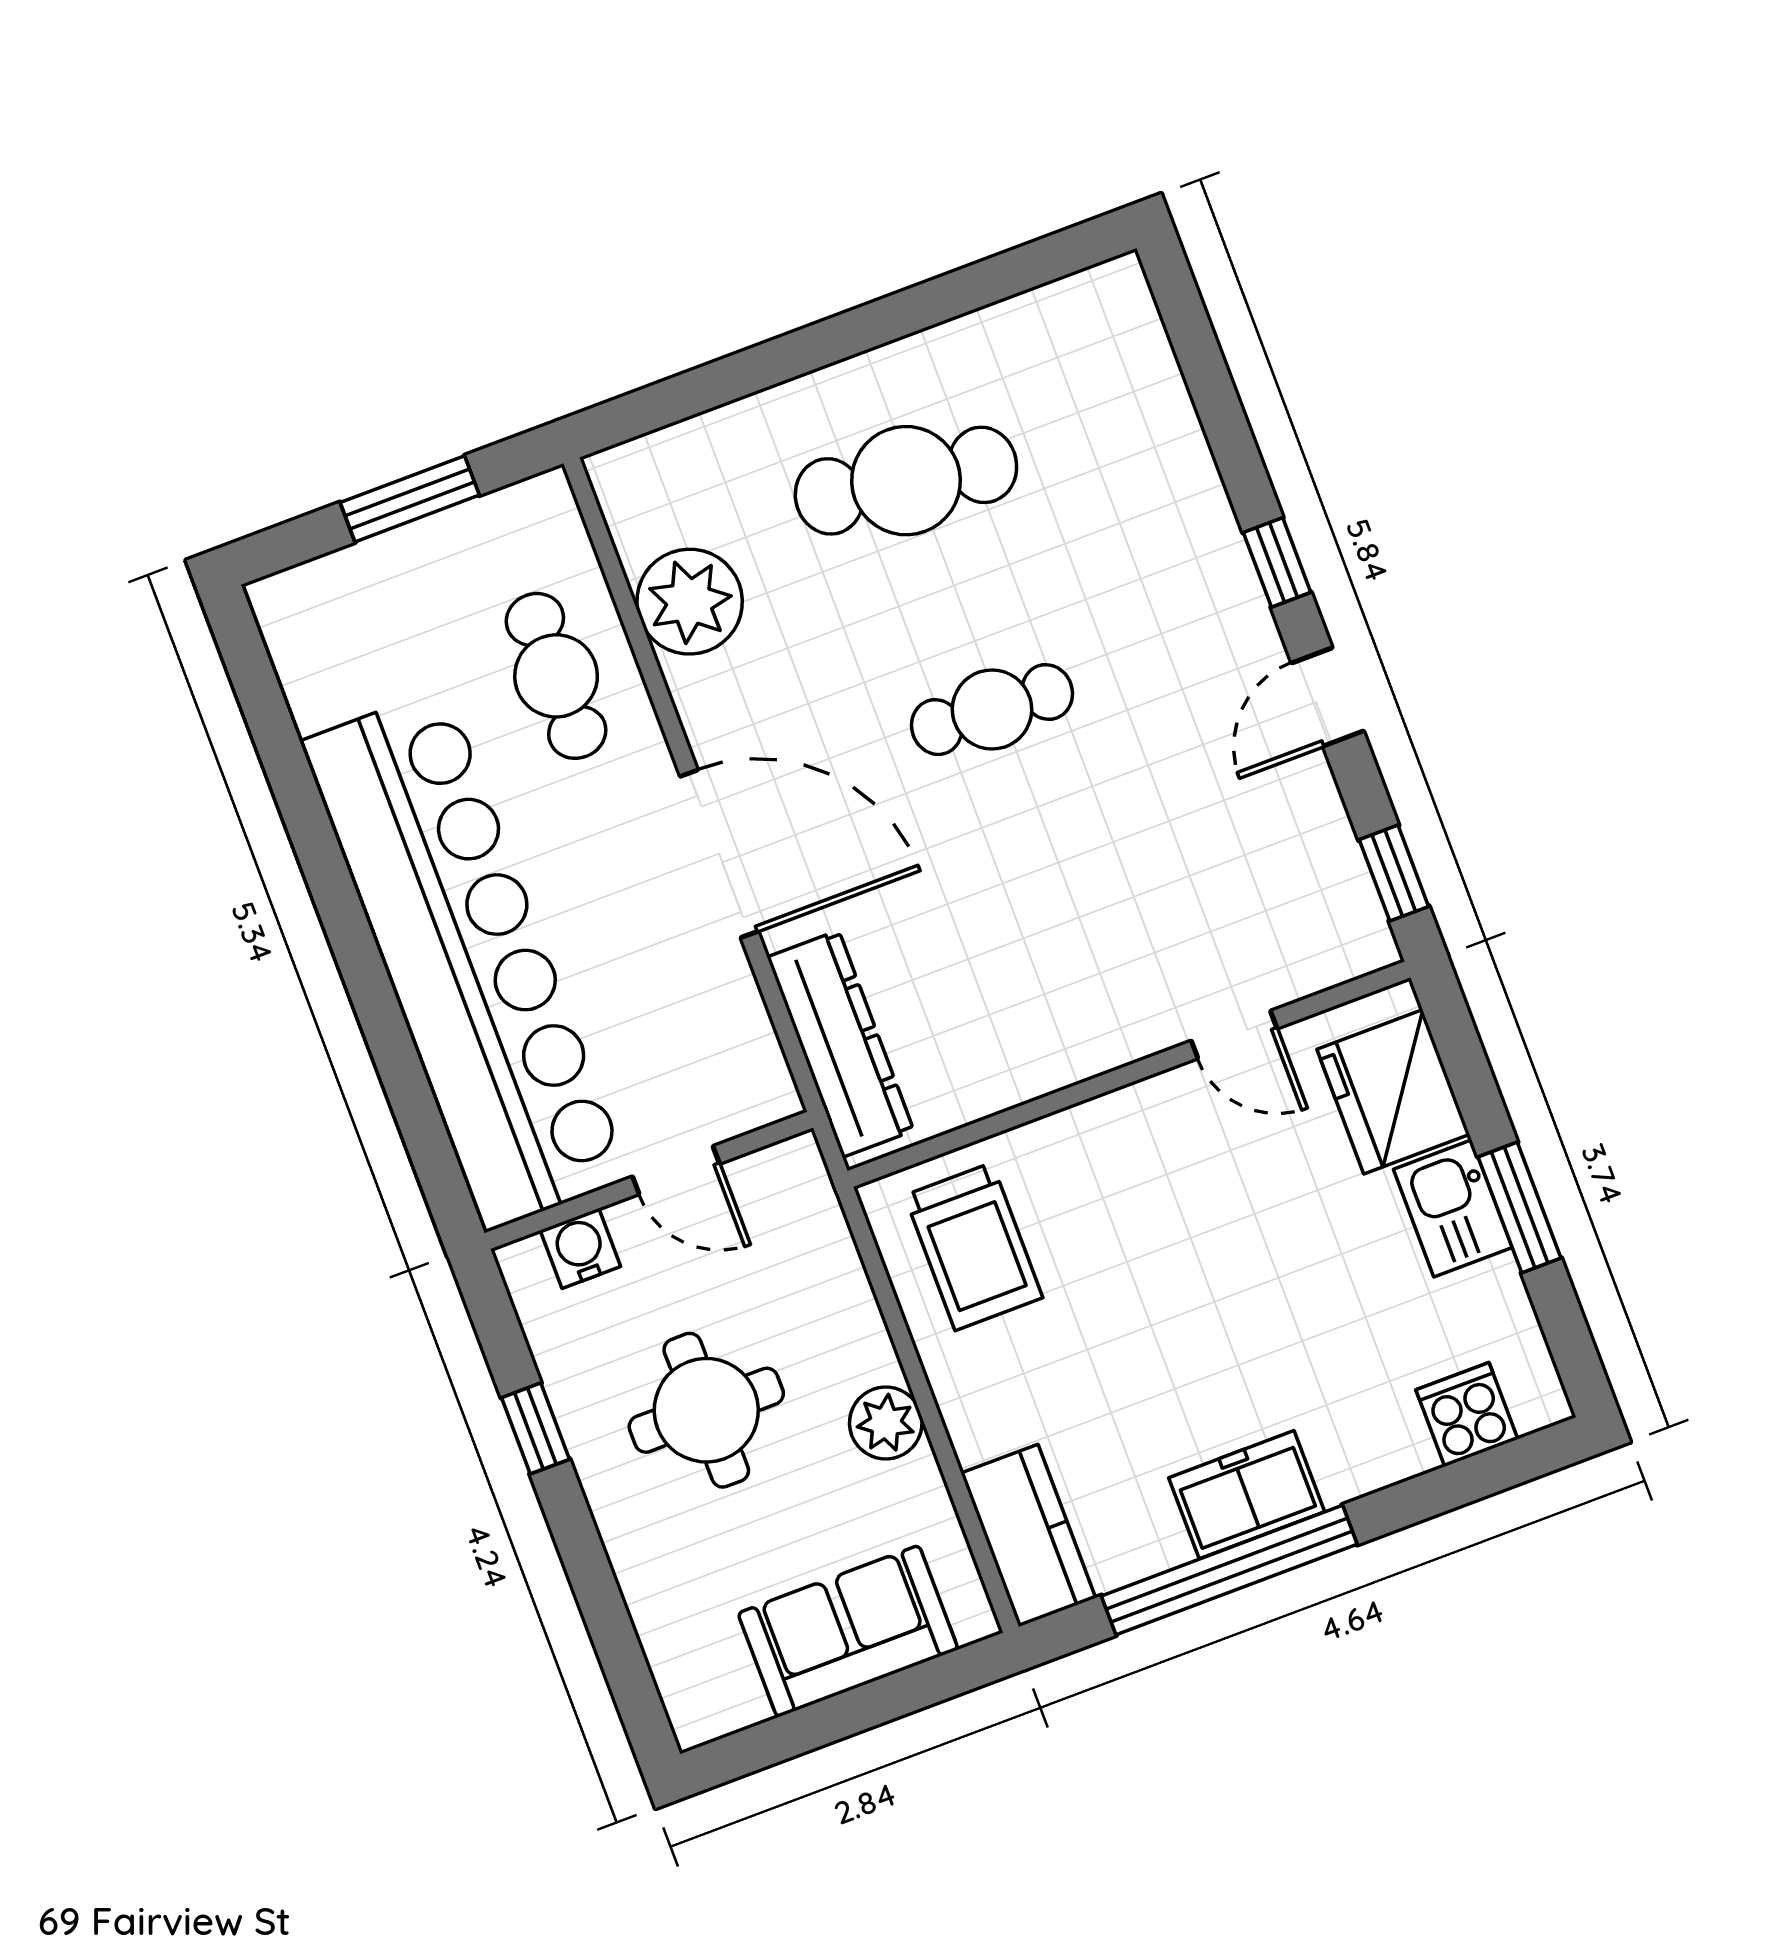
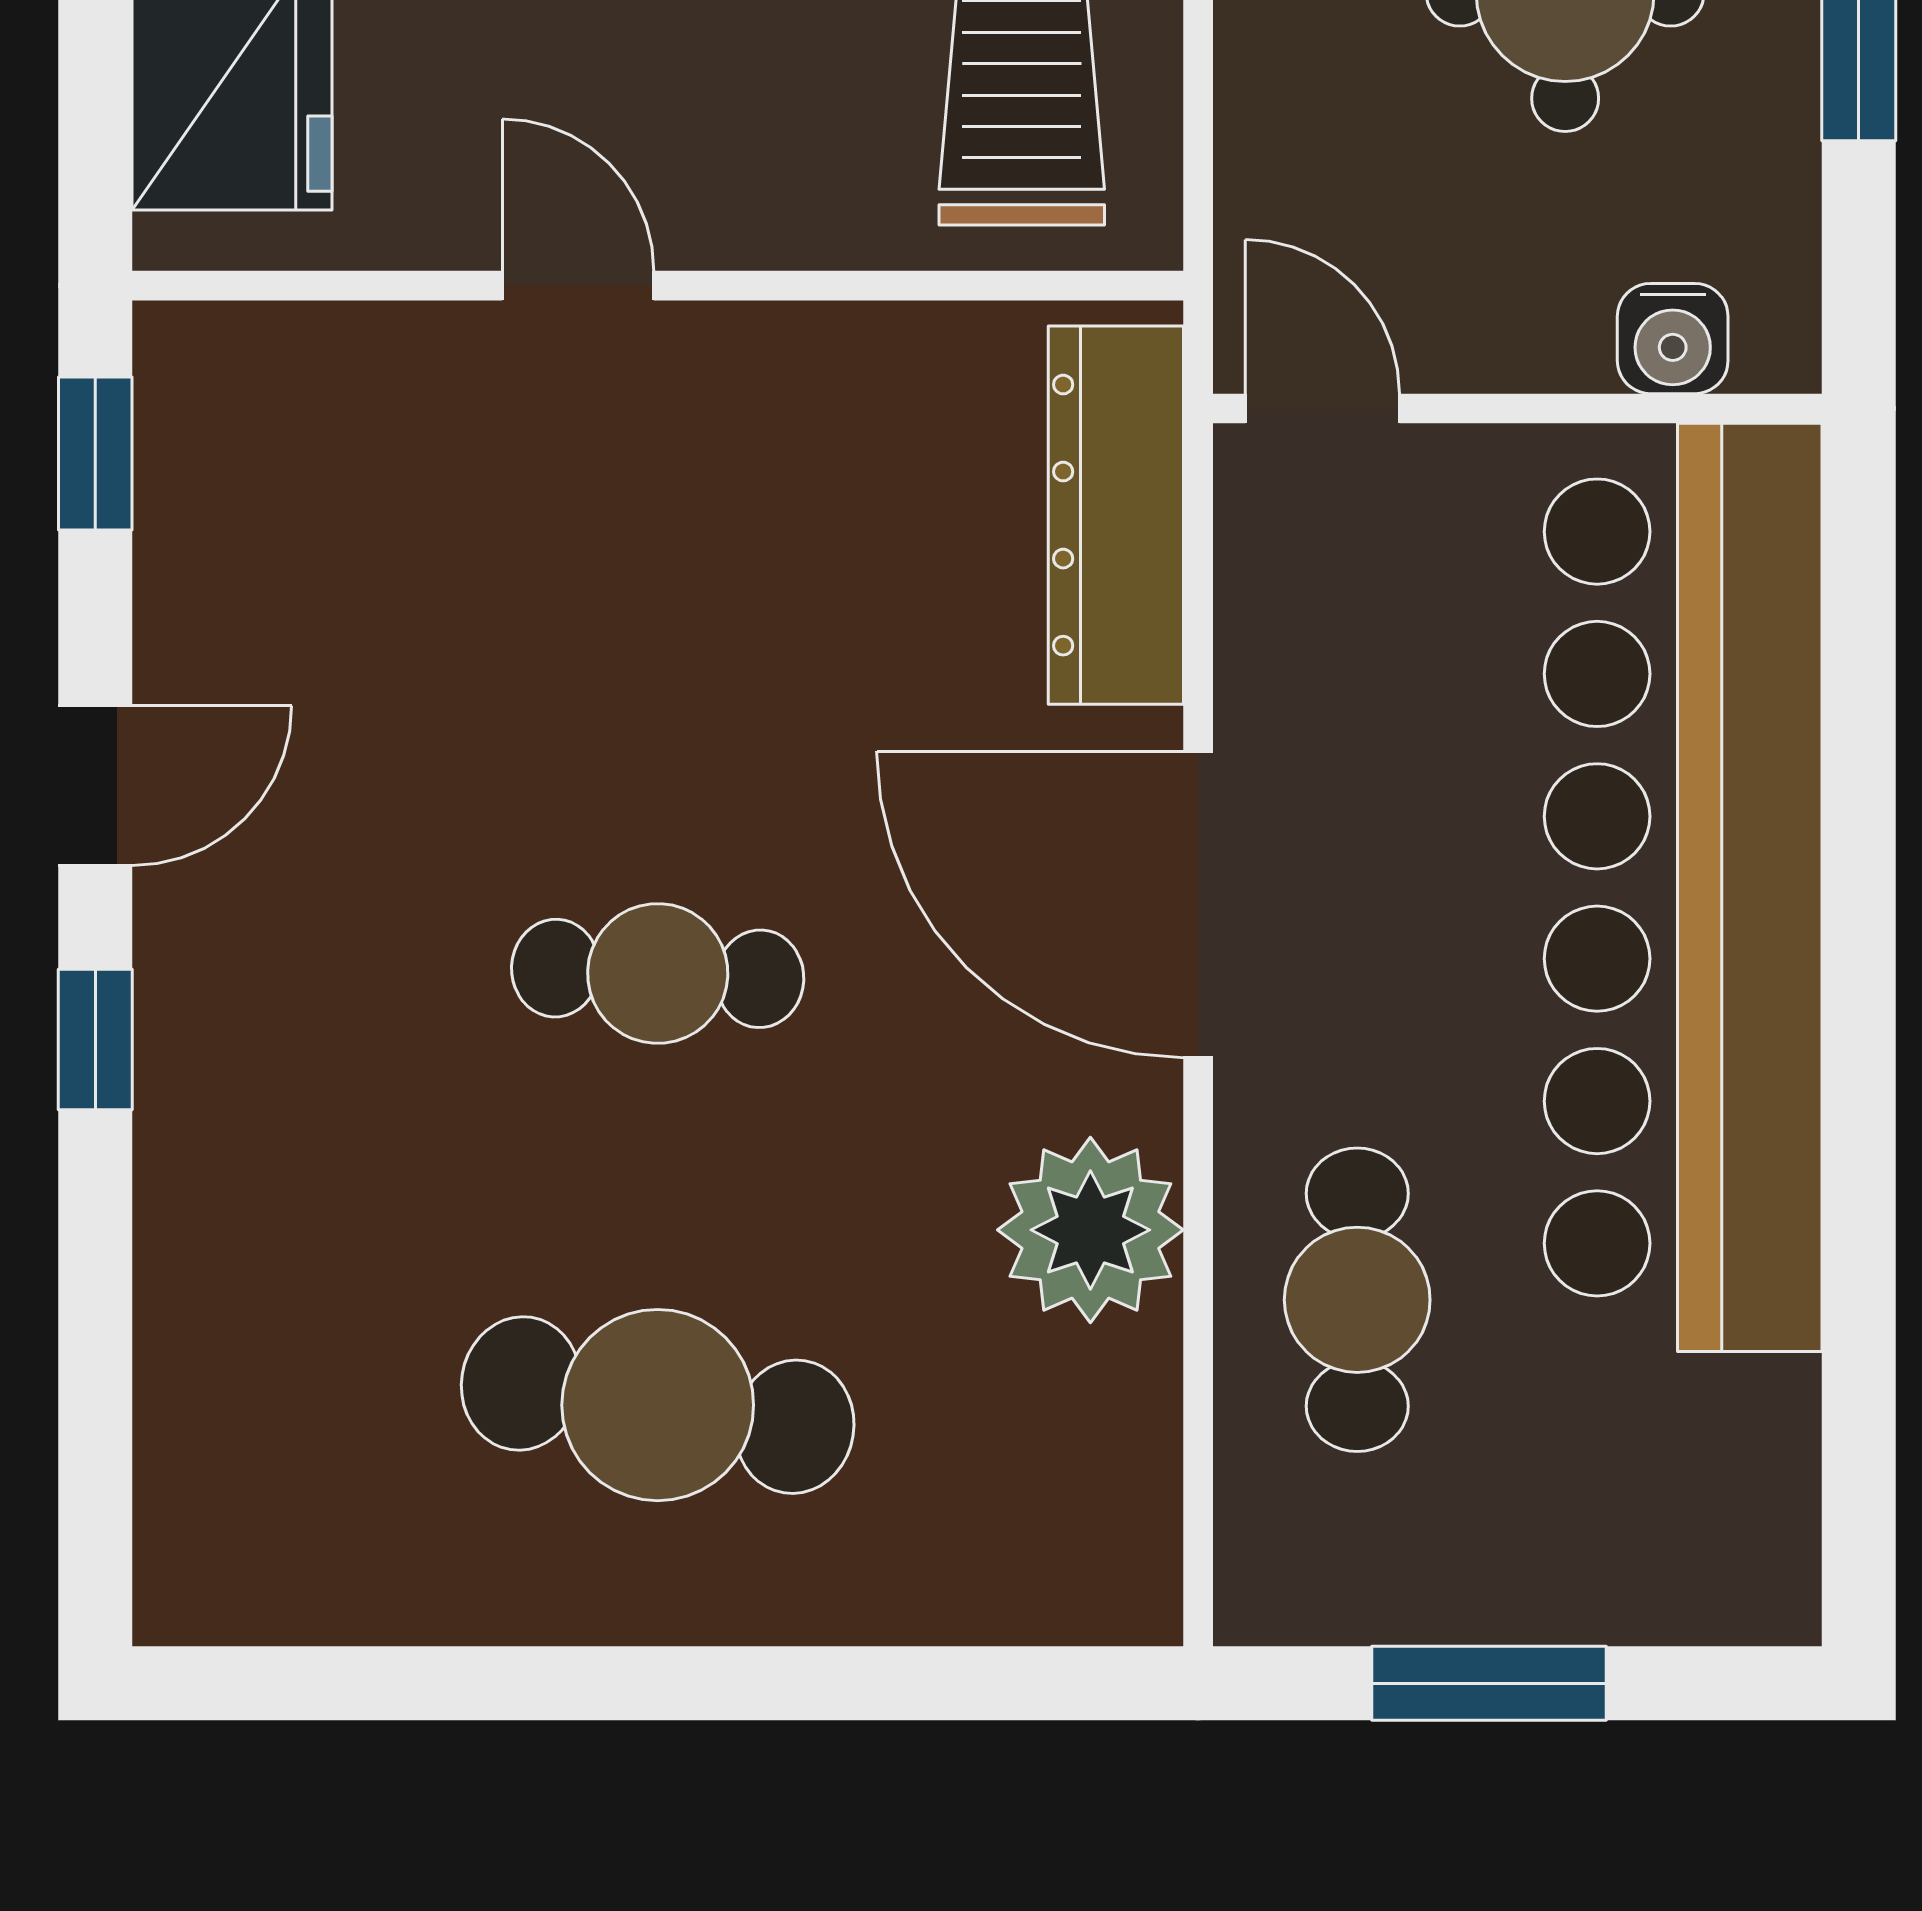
plant: (690, 602) -> (1090, 1230), moved
door: (1234, 1035) -> (578, 286), moved
door: (676, 1170) -> (1322, 409), moved

